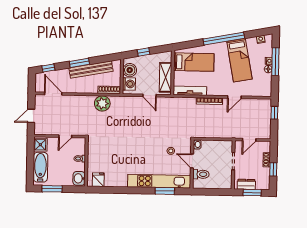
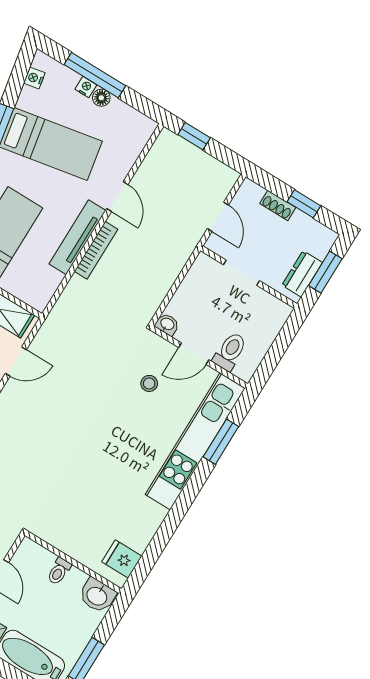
tv unit: (190, 91) -> (77, 237), moved

